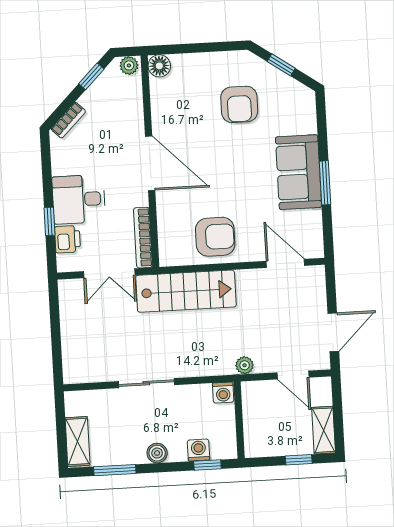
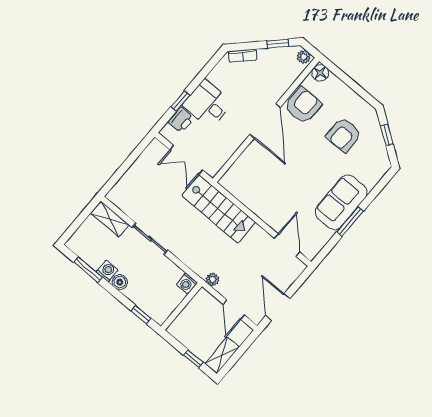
armchair: (215, 237) -> (303, 106), moved, turned -90
bookcase: (143, 238) -> (223, 158), removed
door: (333, 332) -> (278, 307), swing flipped
shelving: (78, 442) -> (110, 219), moved, turned 90
washing machine: (198, 450) -> (107, 271), moved

